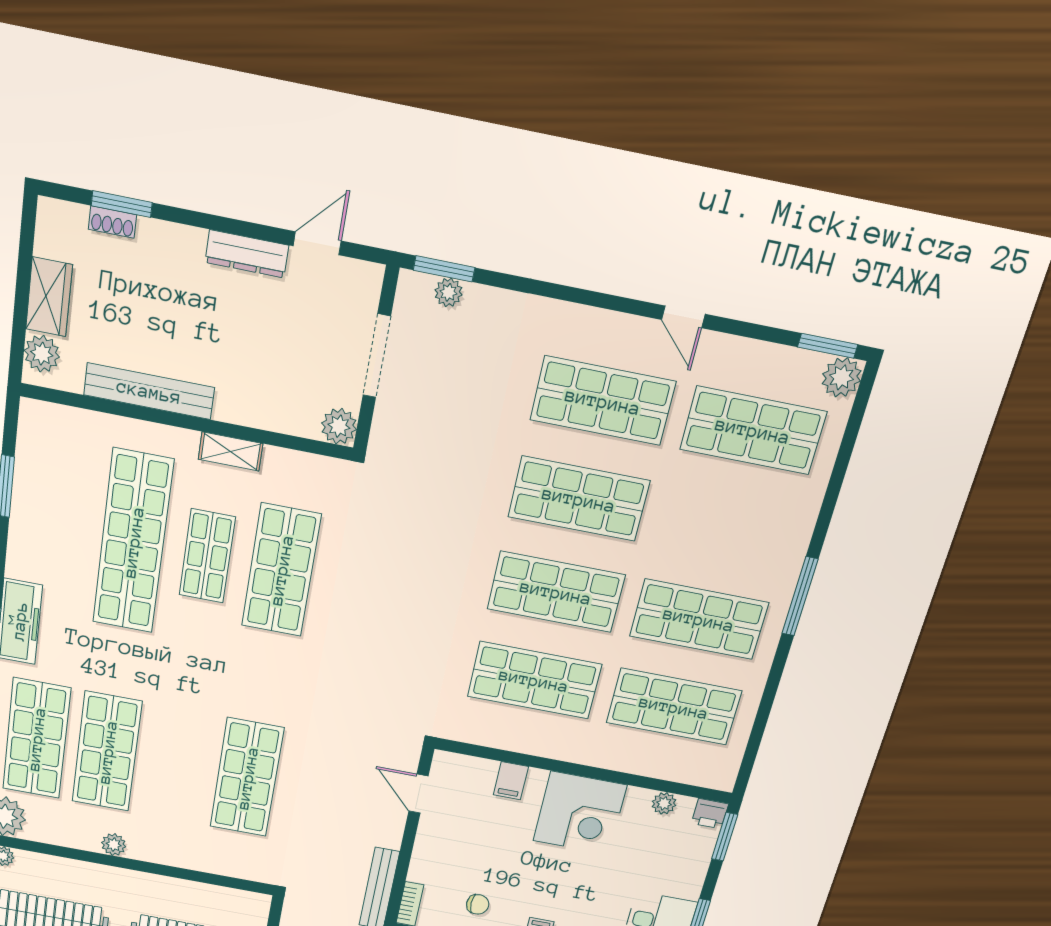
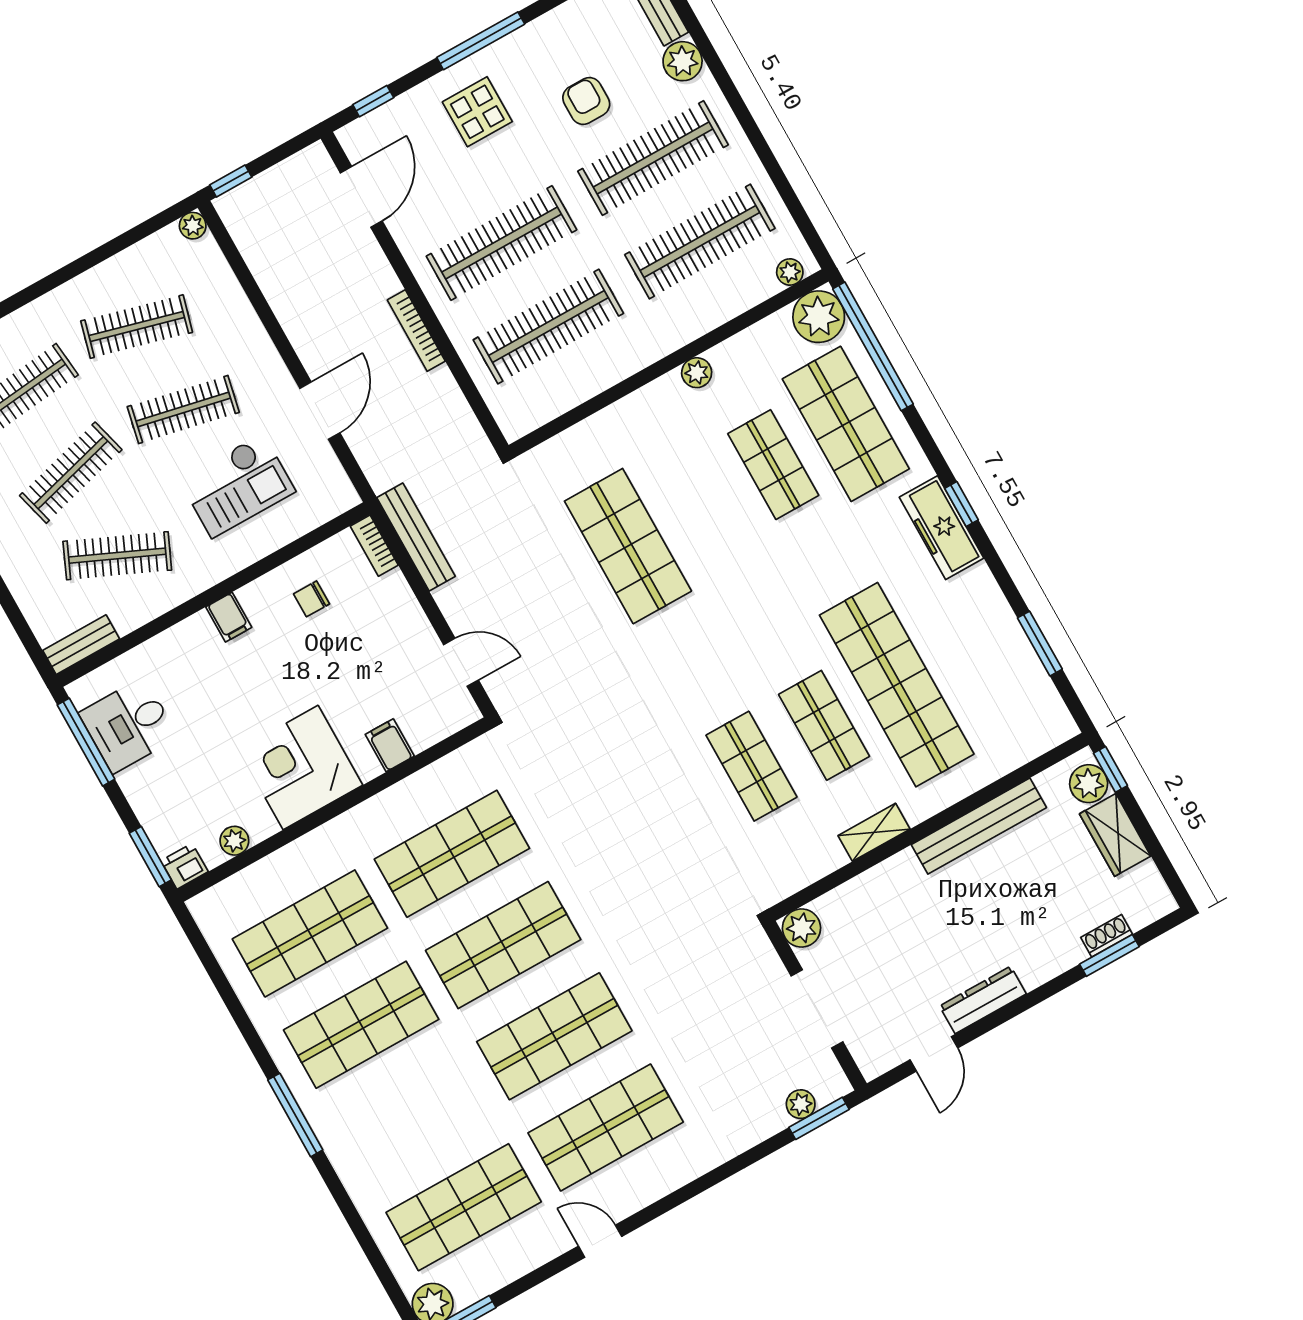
window: (17, 351) -> (1110, 769), added
shop shelf: (281, 570) -> (751, 766), width x0.70, depth x0.74
shop shelf: (107, 752) -> (773, 465), width x0.70, depth x0.74

